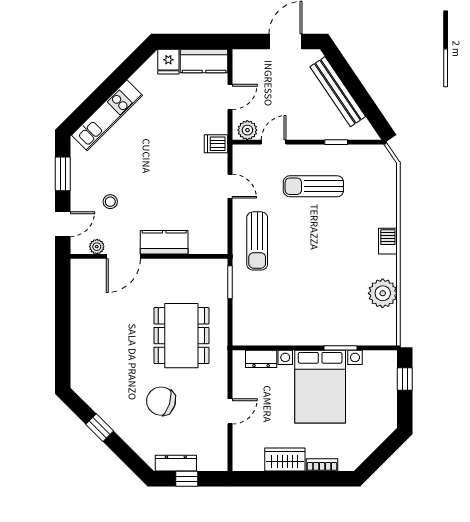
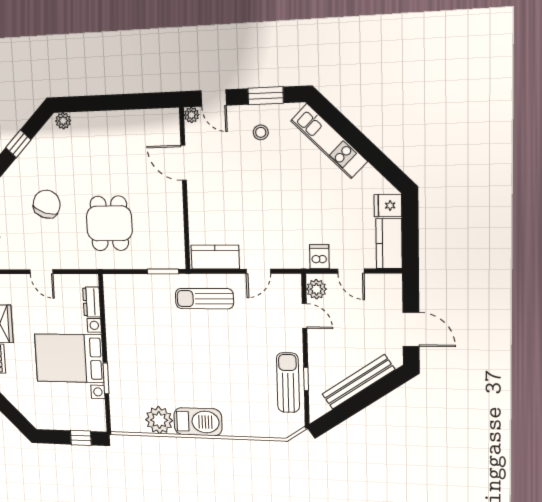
dishwasher: (216, 144) -> (319, 257), moved
sun lounger: (313, 186) -> (288, 383), moved
stool: (110, 202) -> (261, 132), moved
barbecue: (388, 241) -> (198, 422), width x1.88, depth x1.53
kitchen counter: (164, 242) -> (215, 257), moved, turned -90
plant: (97, 247) -> (191, 115), moved
dining table: (181, 336) -> (109, 223), width x0.73
plant: (79, 378) -> (63, 121), added

